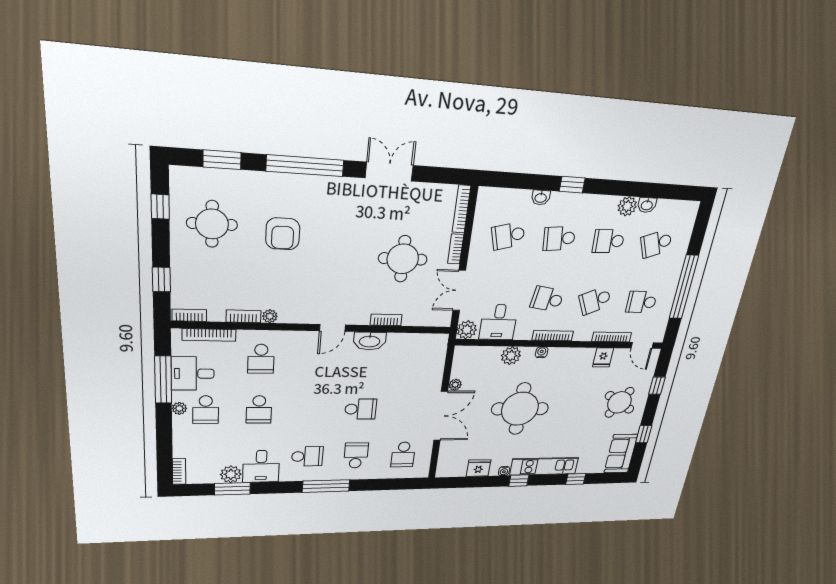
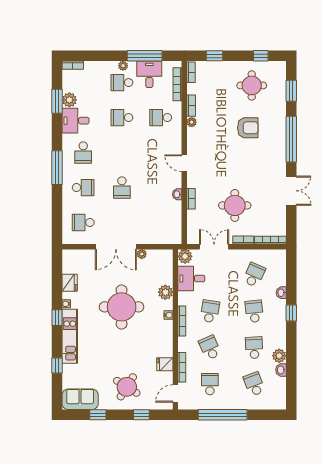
armchair: (283, 234) -> (248, 128), turned 180
school desk: (508, 236) -> (254, 275), turned 39
washbasin: (370, 341) -> (177, 194), width x0.52, depth x0.69

